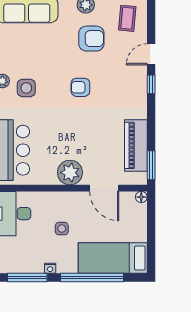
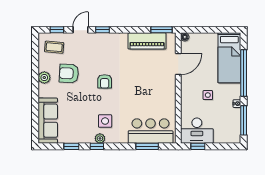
window: (151, 22) -> (57, 30), added
armchair: (91, 39) -> (69, 73), turned -87
door: (151, 54) -> (81, 30), swing flipped
plant: (70, 173) -> (167, 89), removed

